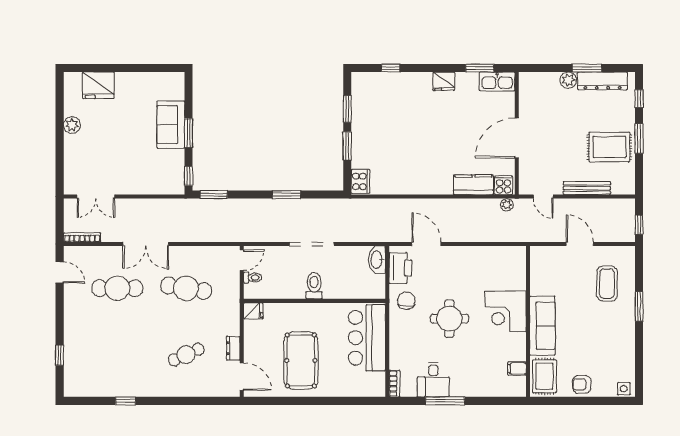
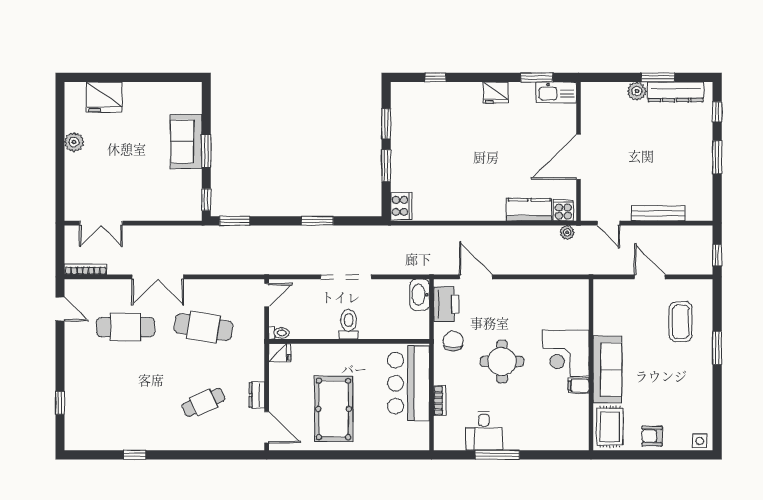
rug: (609, 147) -> (683, 167), removed
toilet: (253, 278) -> (279, 333), moved
filing cabinet: (517, 369) -> (579, 386), moved
bookcase: (394, 384) -> (440, 401), moved

